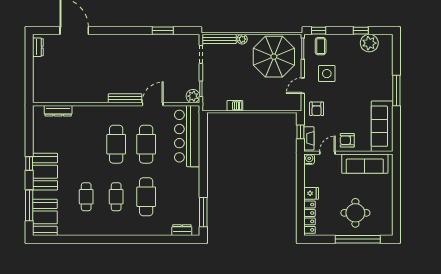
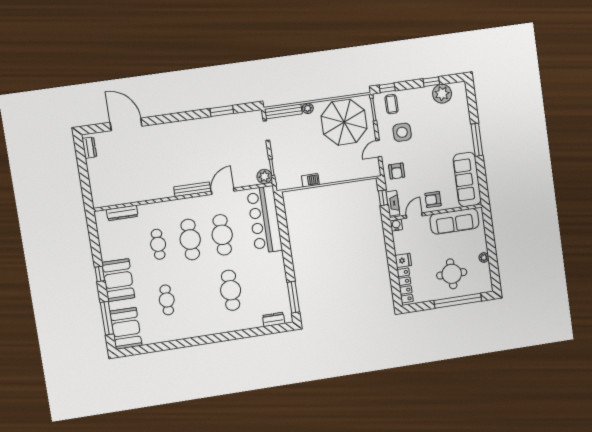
cafe table: (116, 197) -> (158, 244), moved
plant: (388, 202) -> (484, 258), added

